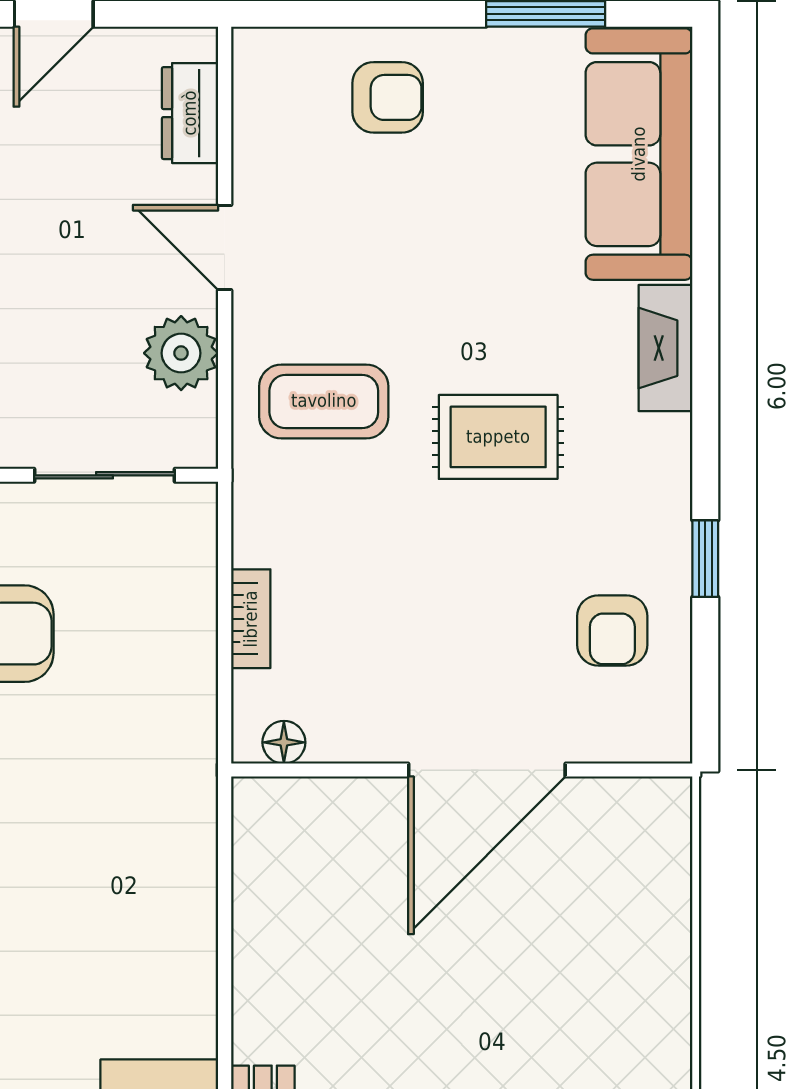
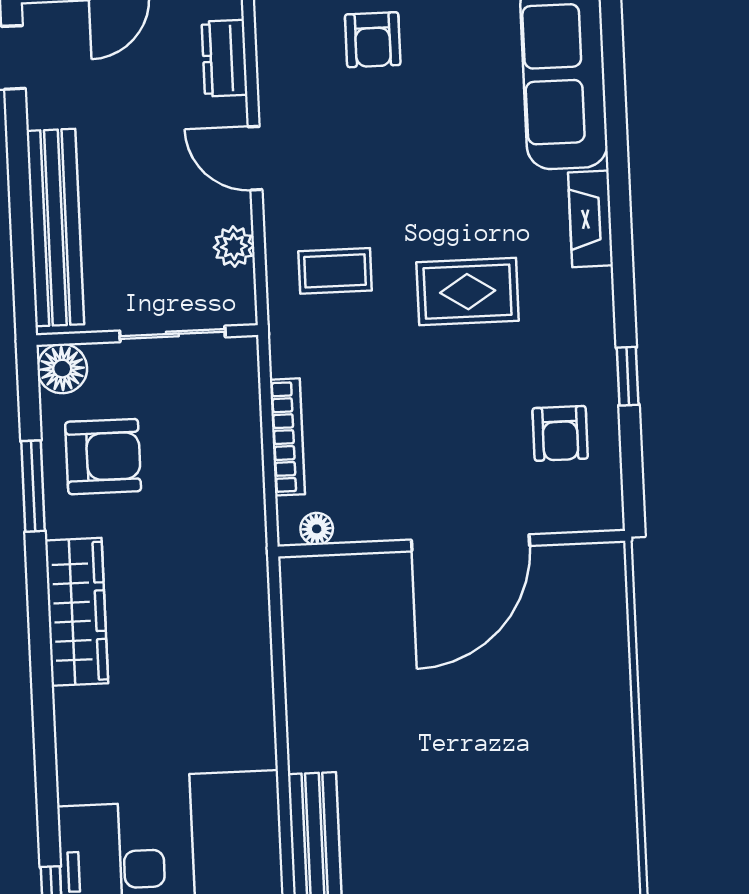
armchair: (388, 97) -> (373, 40), turned 90
plant: (181, 353) -> (234, 247), width x0.73, depth x0.73
coffee table: (324, 401) -> (335, 271), width x0.73, depth x0.77
bookcase: (251, 619) -> (287, 437), width x1.56

